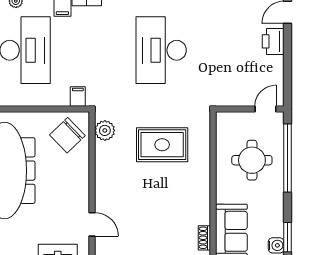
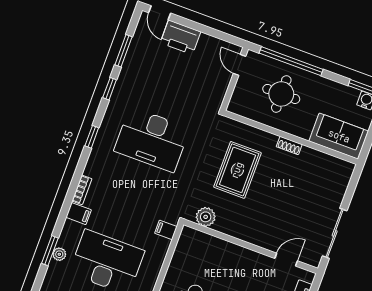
printer: (273, 41) -> (180, 37), width x1.37, depth x1.19
chair: (67, 135) -> (198, 252), removed
shoe rack: (204, 238) -> (289, 146), moved

